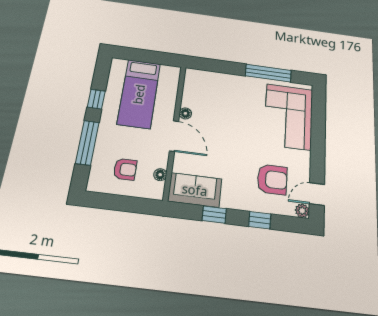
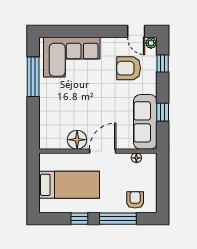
floor lamp: (185, 113) -> (77, 140), width x1.89, depth x1.89
armchair: (125, 169) -> (135, 200), moved
armchair: (272, 179) -> (129, 68), turned -90
sofa: (195, 190) -> (145, 122), width x1.36
window: (260, 220) -> (163, 64), moved

